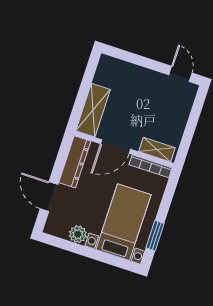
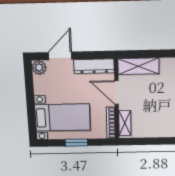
plant: (78, 234) -> (39, 68), moved
window: (155, 236) -> (76, 143), moved

